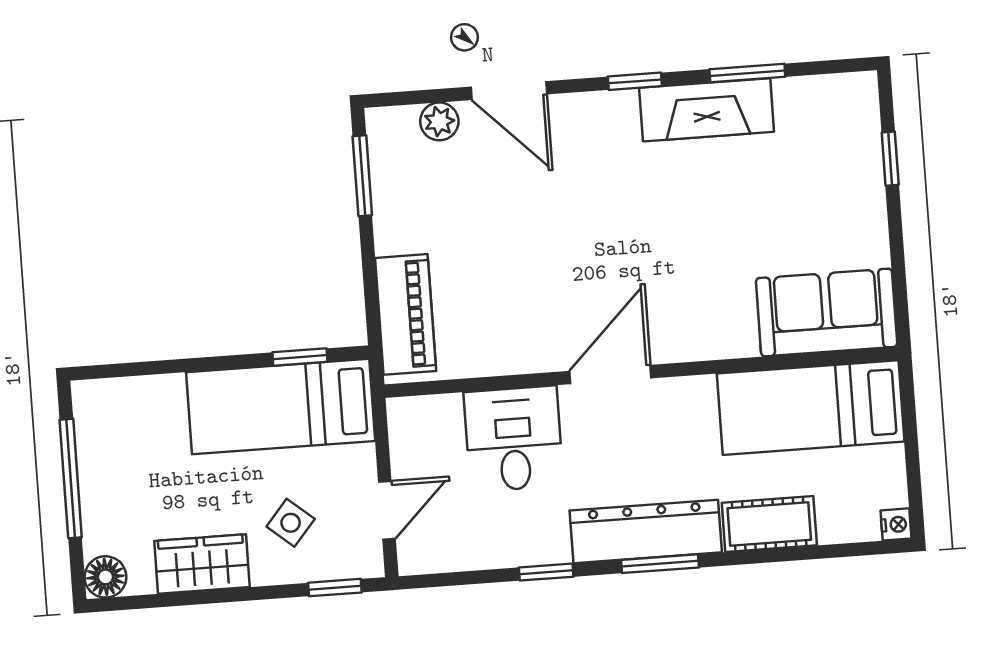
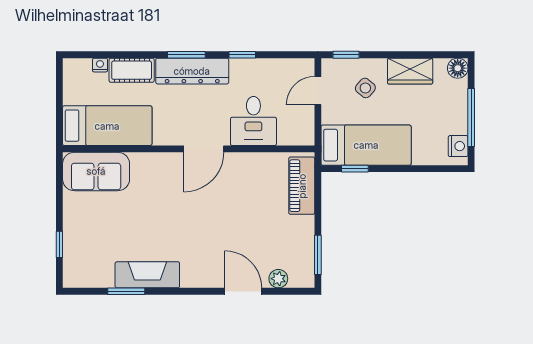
window: (635, 81) -> (181, 291), removed
nightstand: (93, 418) -> (458, 146), added
nightstand: (896, 524) -> (100, 65), moved, turned 90

